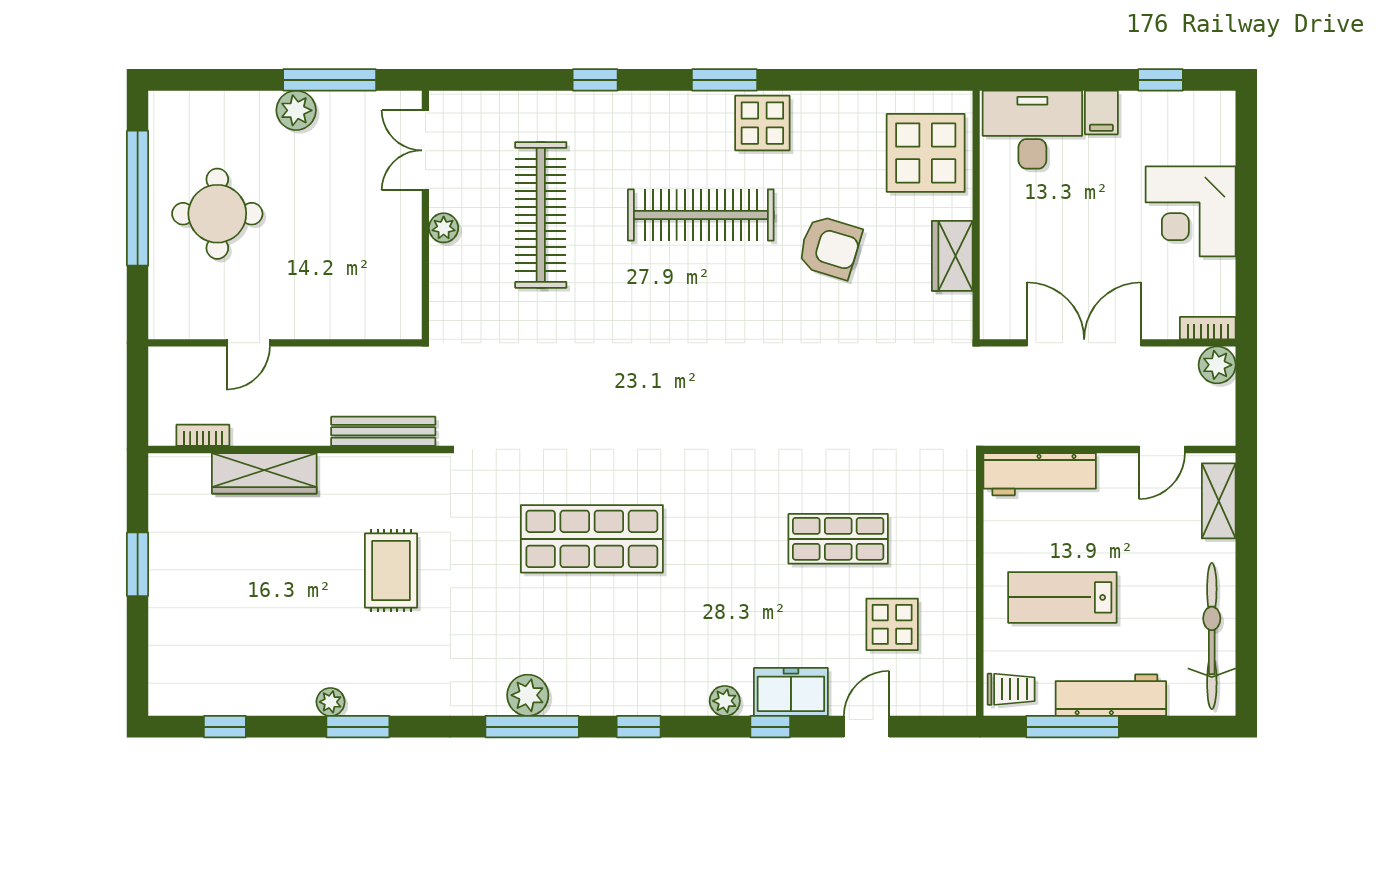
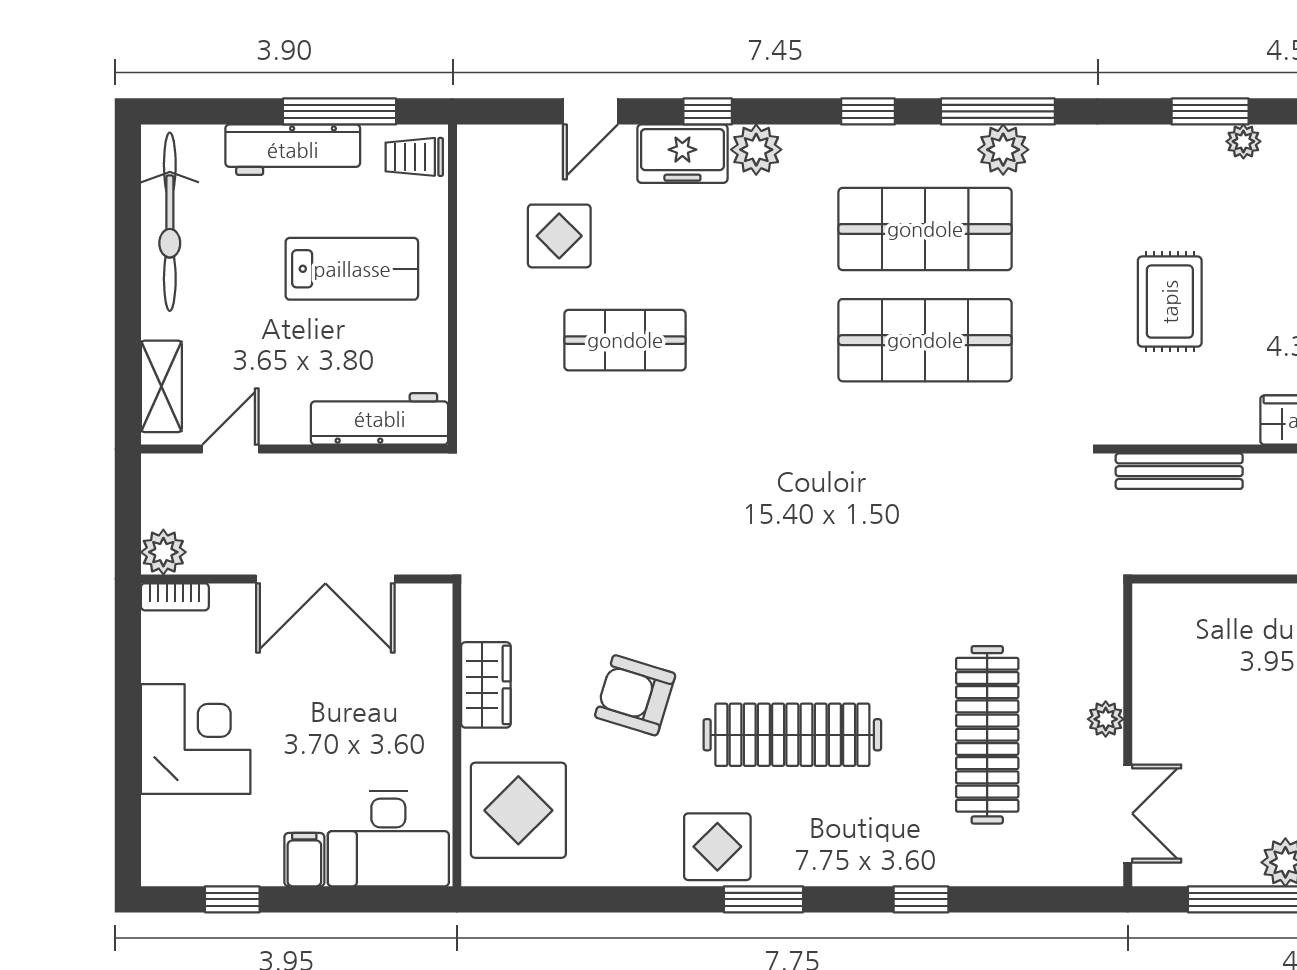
shop shelf: (592, 630) -> (925, 229), added
plant: (725, 701) -> (756, 150), width x1.38, depth x1.38

